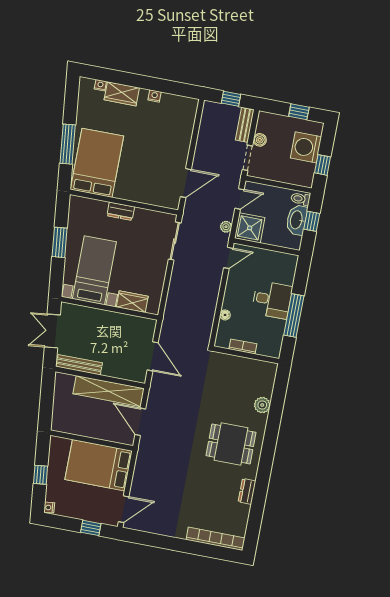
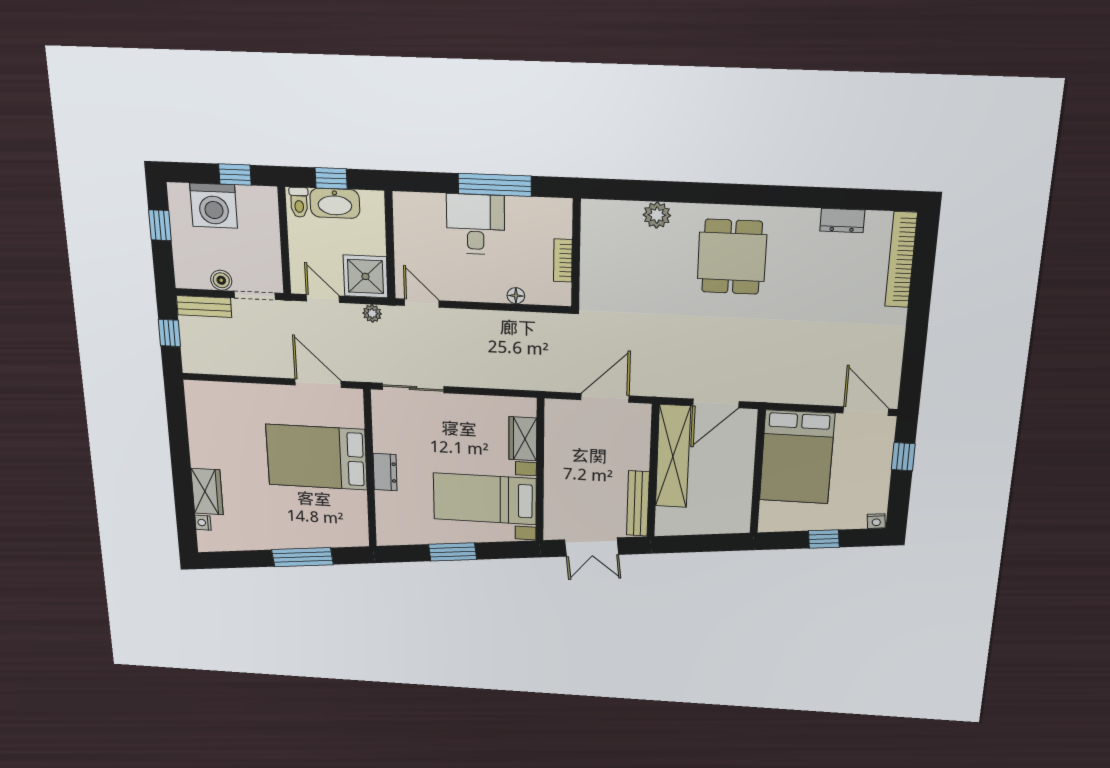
nightstand: (154, 96) -> (197, 445), removed
bed: (97, 163) -> (317, 457), moved
dresser: (247, 491) -> (842, 221), moved

